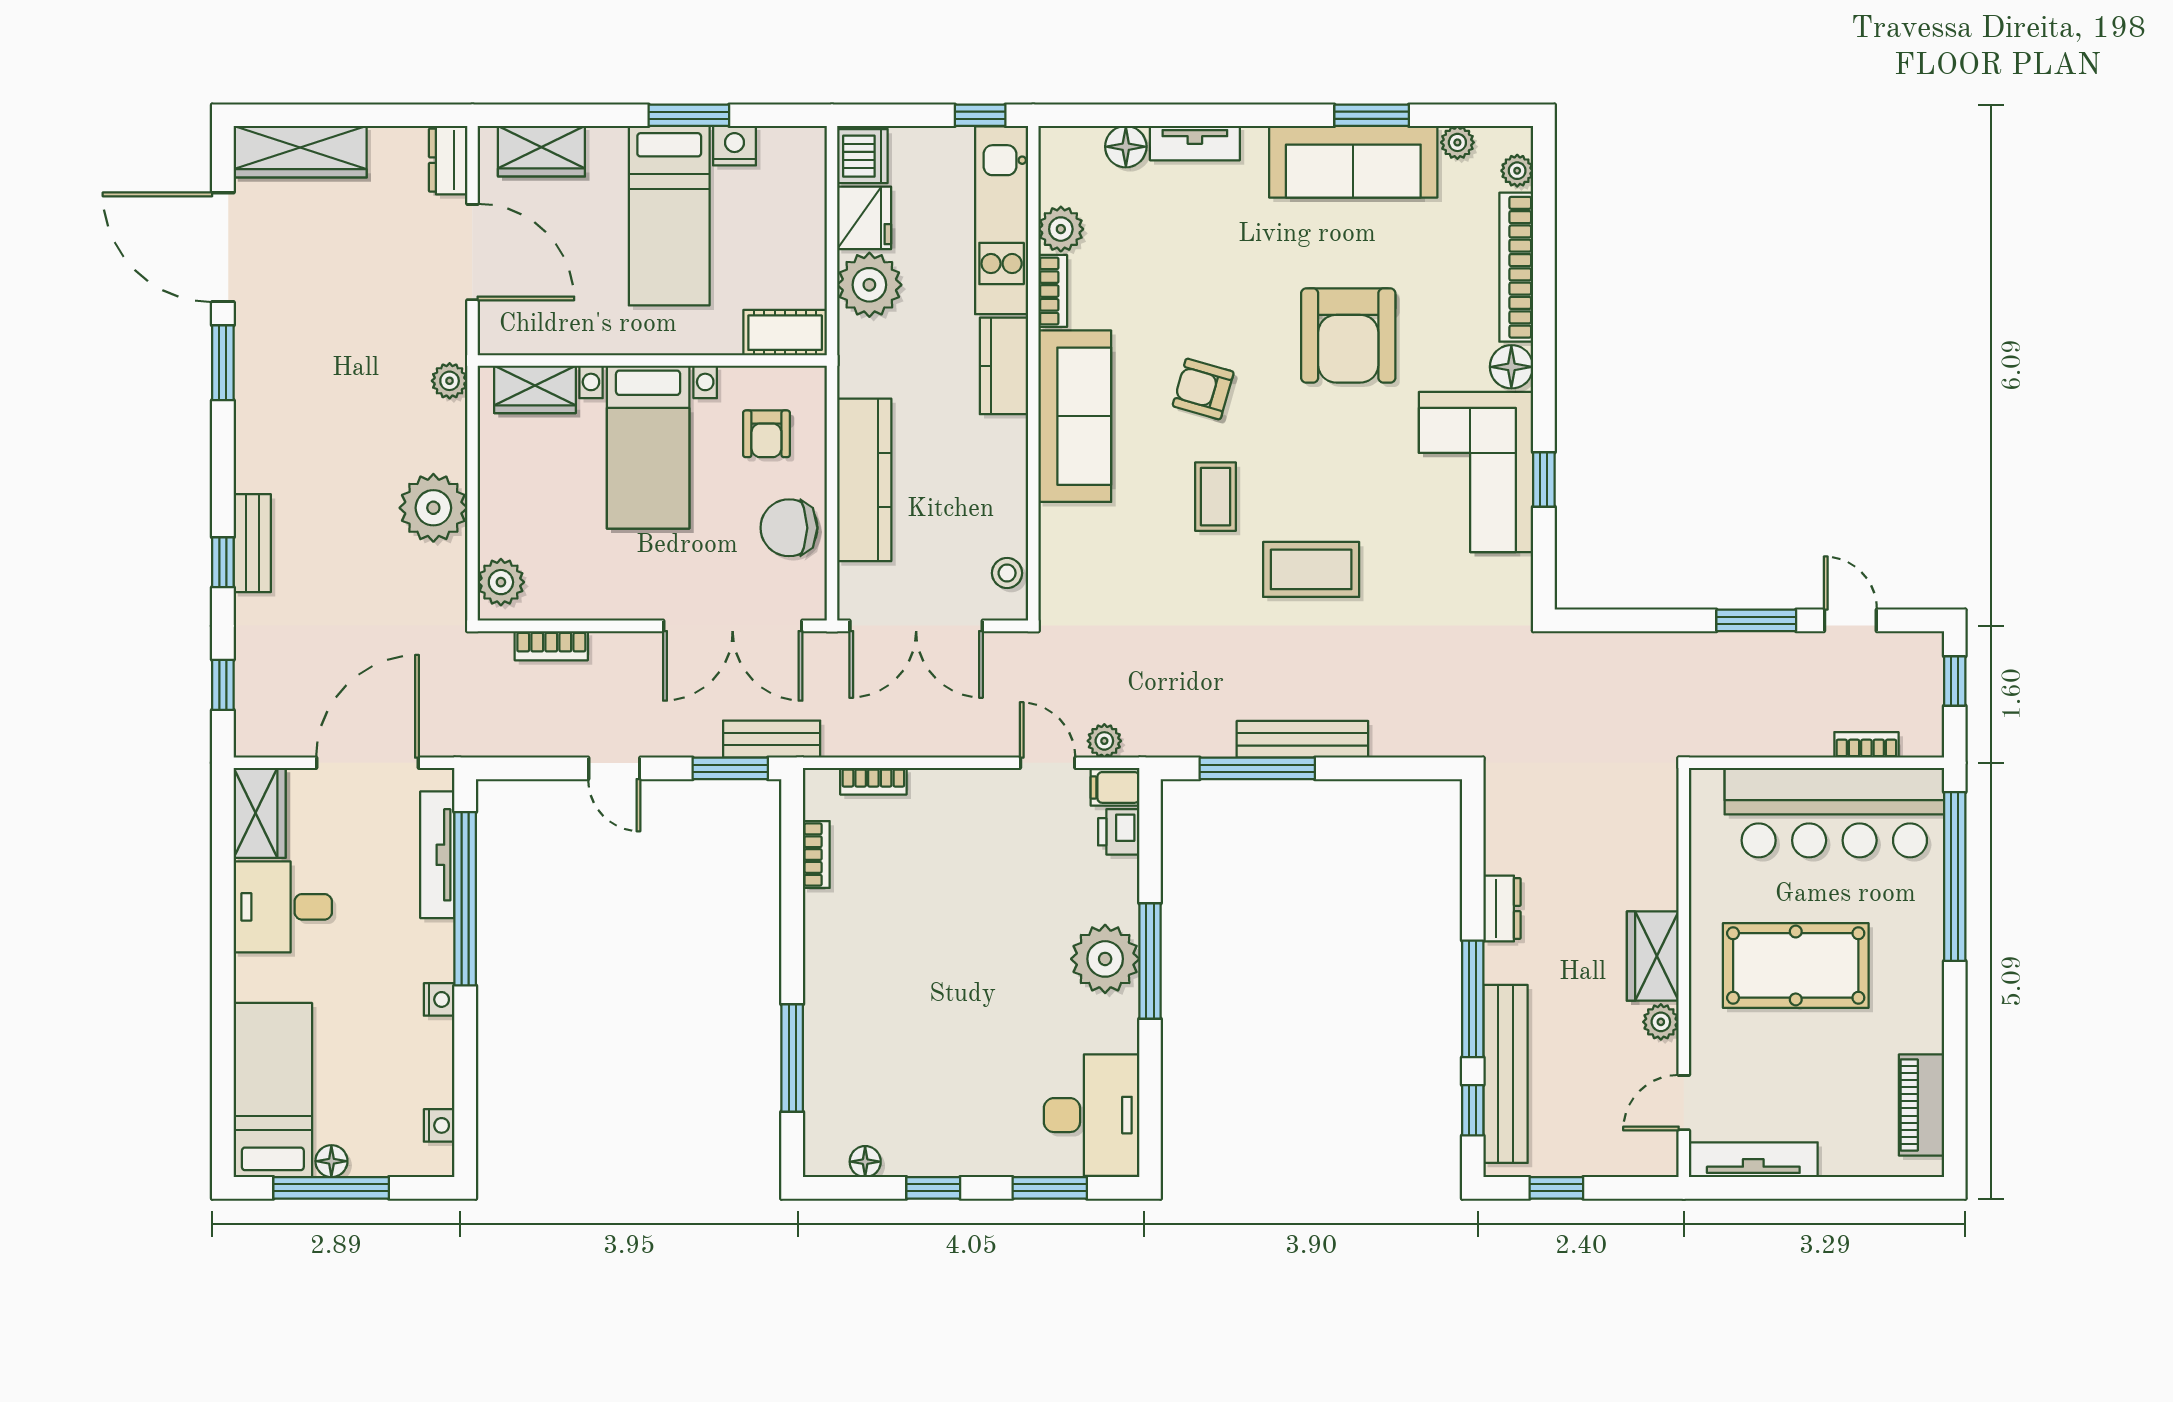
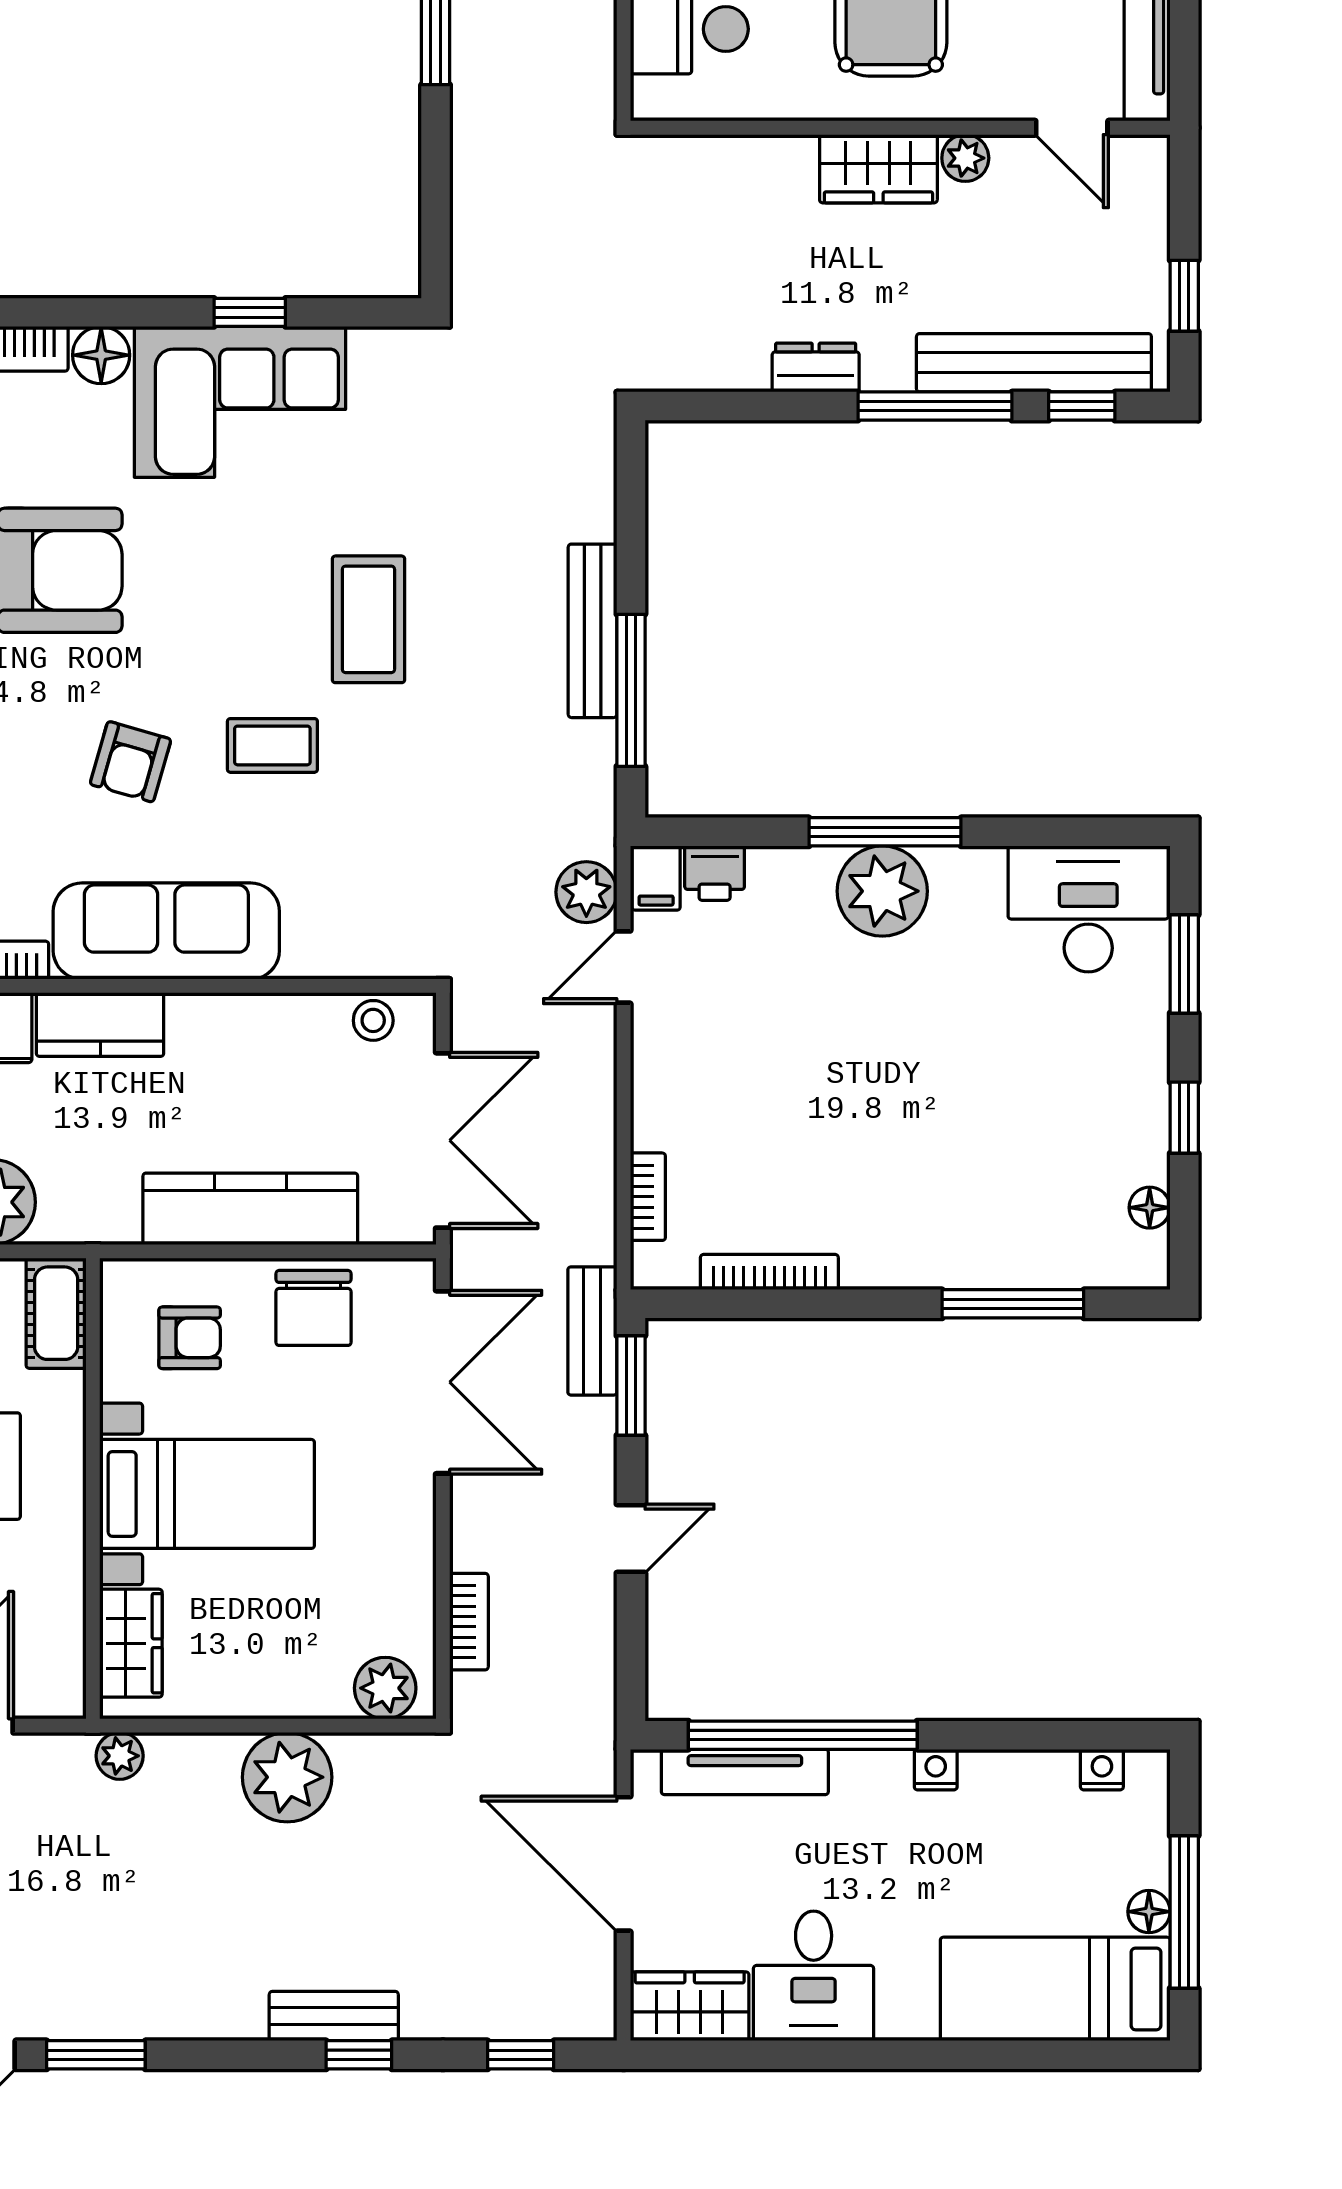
plant: (1104, 741) -> (586, 892), width x1.38, depth x1.38
bookcase: (816, 855) -> (769, 1272), width x1.56

